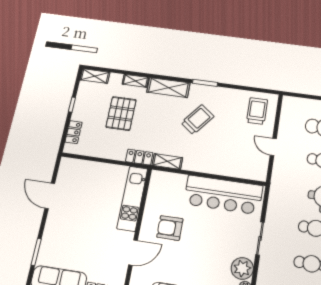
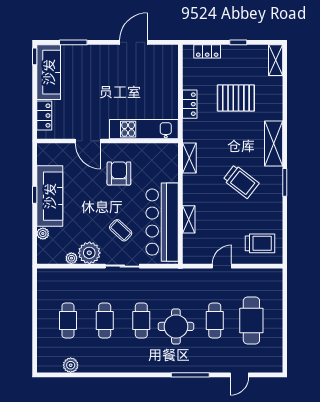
shelving: (135, 81) -> (189, 219), moved
locker: (139, 157) -> (190, 104), moved
coffee table: (225, 235) -> (121, 230), added

